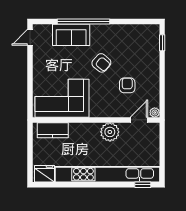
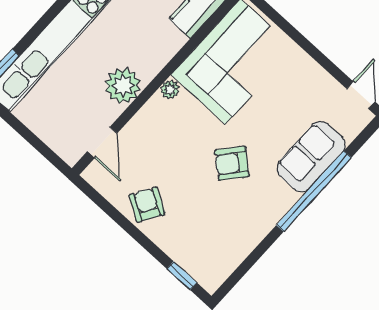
armchair: (127, 85) -> (147, 205), moved, turned -149
plant: (155, 113) -> (170, 89), moved

